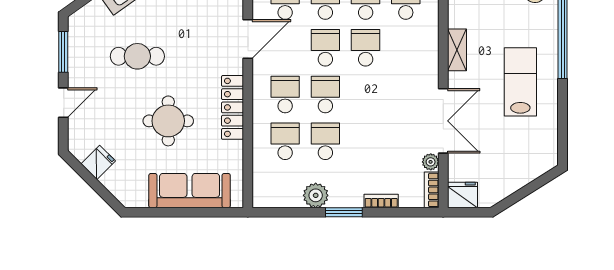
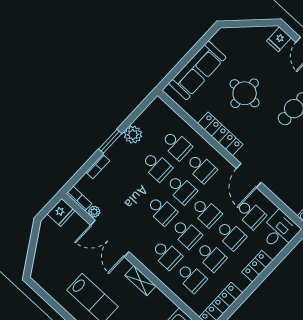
school desk: (406, 48) -> (167, 255), added
school desk: (366, 94) -> (162, 210), added
fridge: (98, 162) -> (279, 39), moved, turned 45

